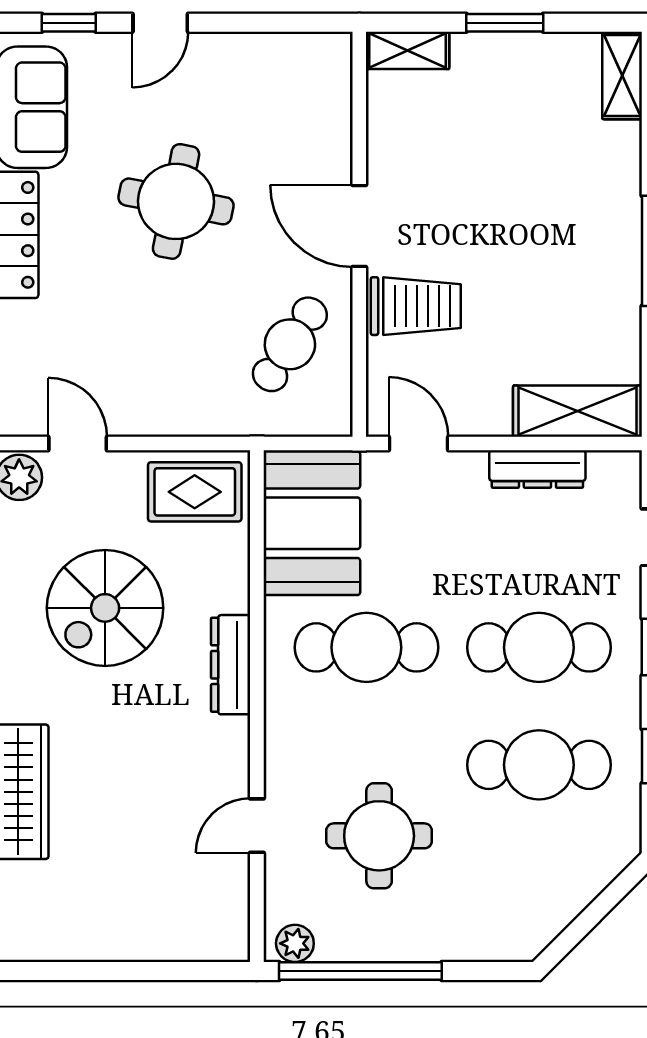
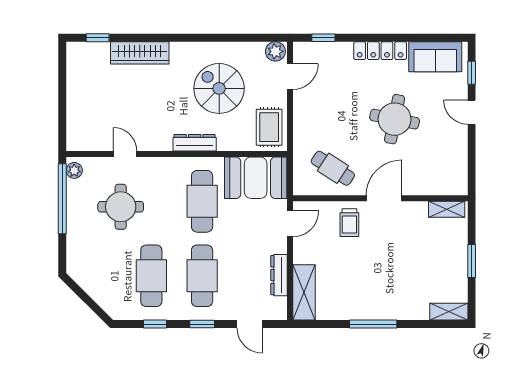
shelving: (408, 50) -> (447, 209), moved, turned 90
trolley: (416, 306) -> (349, 223), width x0.73, depth x0.72

